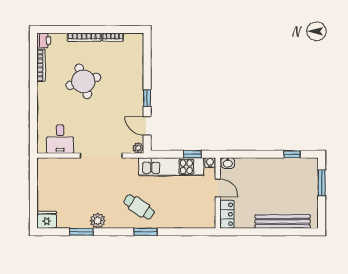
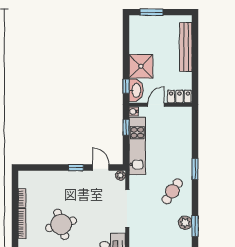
door: (147, 126) -> (101, 168), swing flipped
window: (292, 154) -> (126, 86), moved
washbasin: (228, 163) -> (136, 90), width x1.91, depth x1.45
shower: (261, 171) -> (141, 66), added
cafe table: (139, 207) -> (172, 191), moved
plant: (98, 221) -> (185, 223), moved

